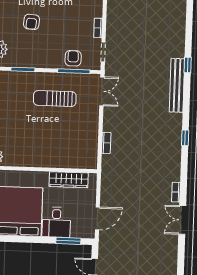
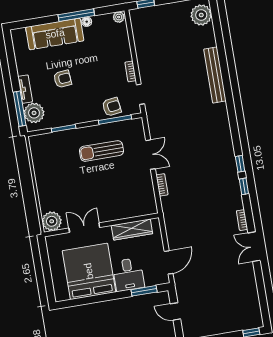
armchair: (32, 22) -> (63, 79), turned -100
armchair: (73, 58) -> (112, 107), turned 82
window: (188, 65) -> (244, 186), moved
bench: (177, 85) -> (215, 75), moved
double door: (102, 91) -> (151, 155), moved
double door: (23, 169) -> (84, 228), added

